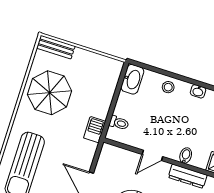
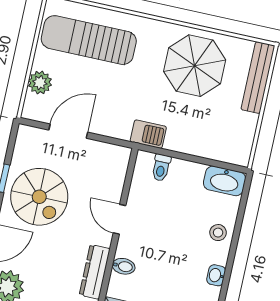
bench: (56, 47) -> (258, 78), width x1.36

